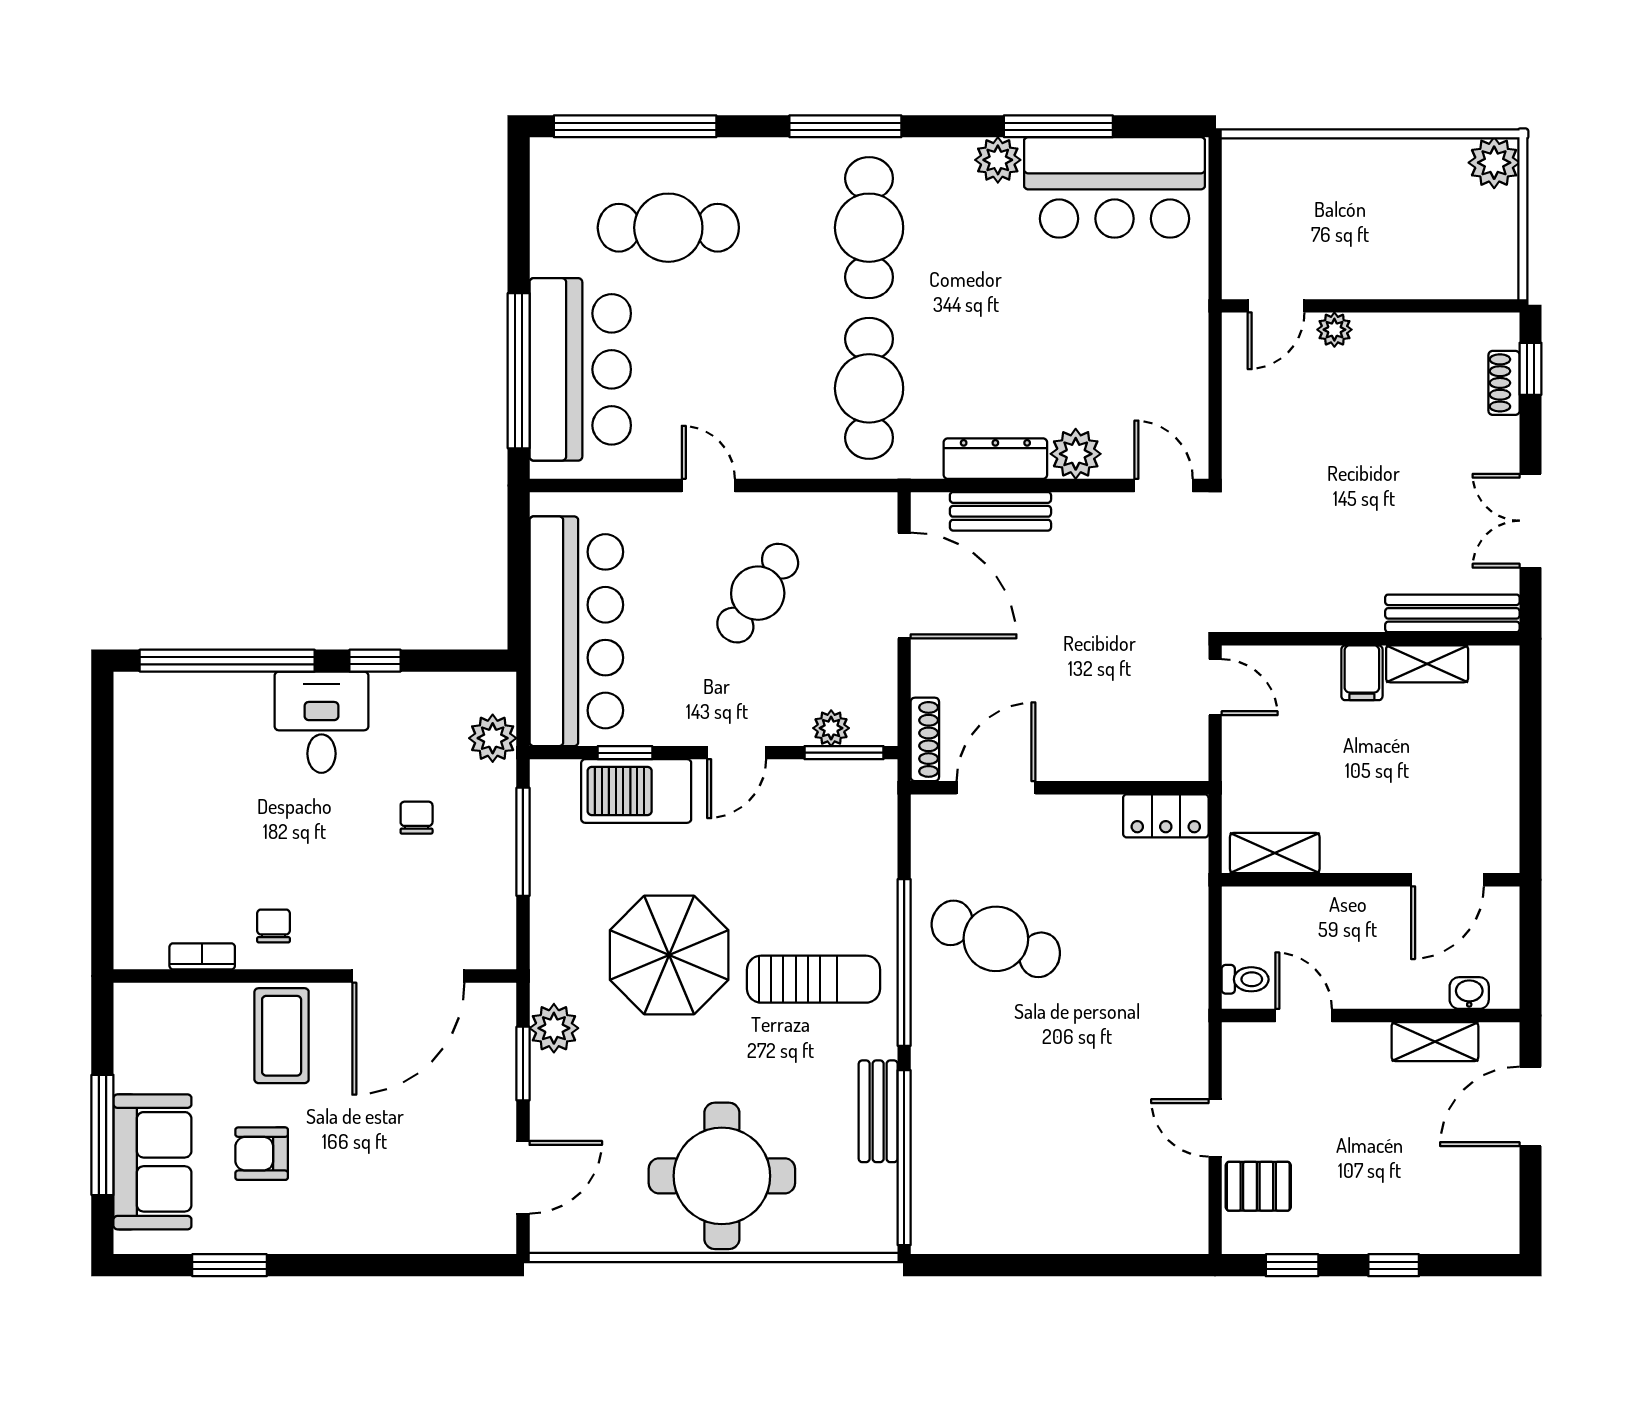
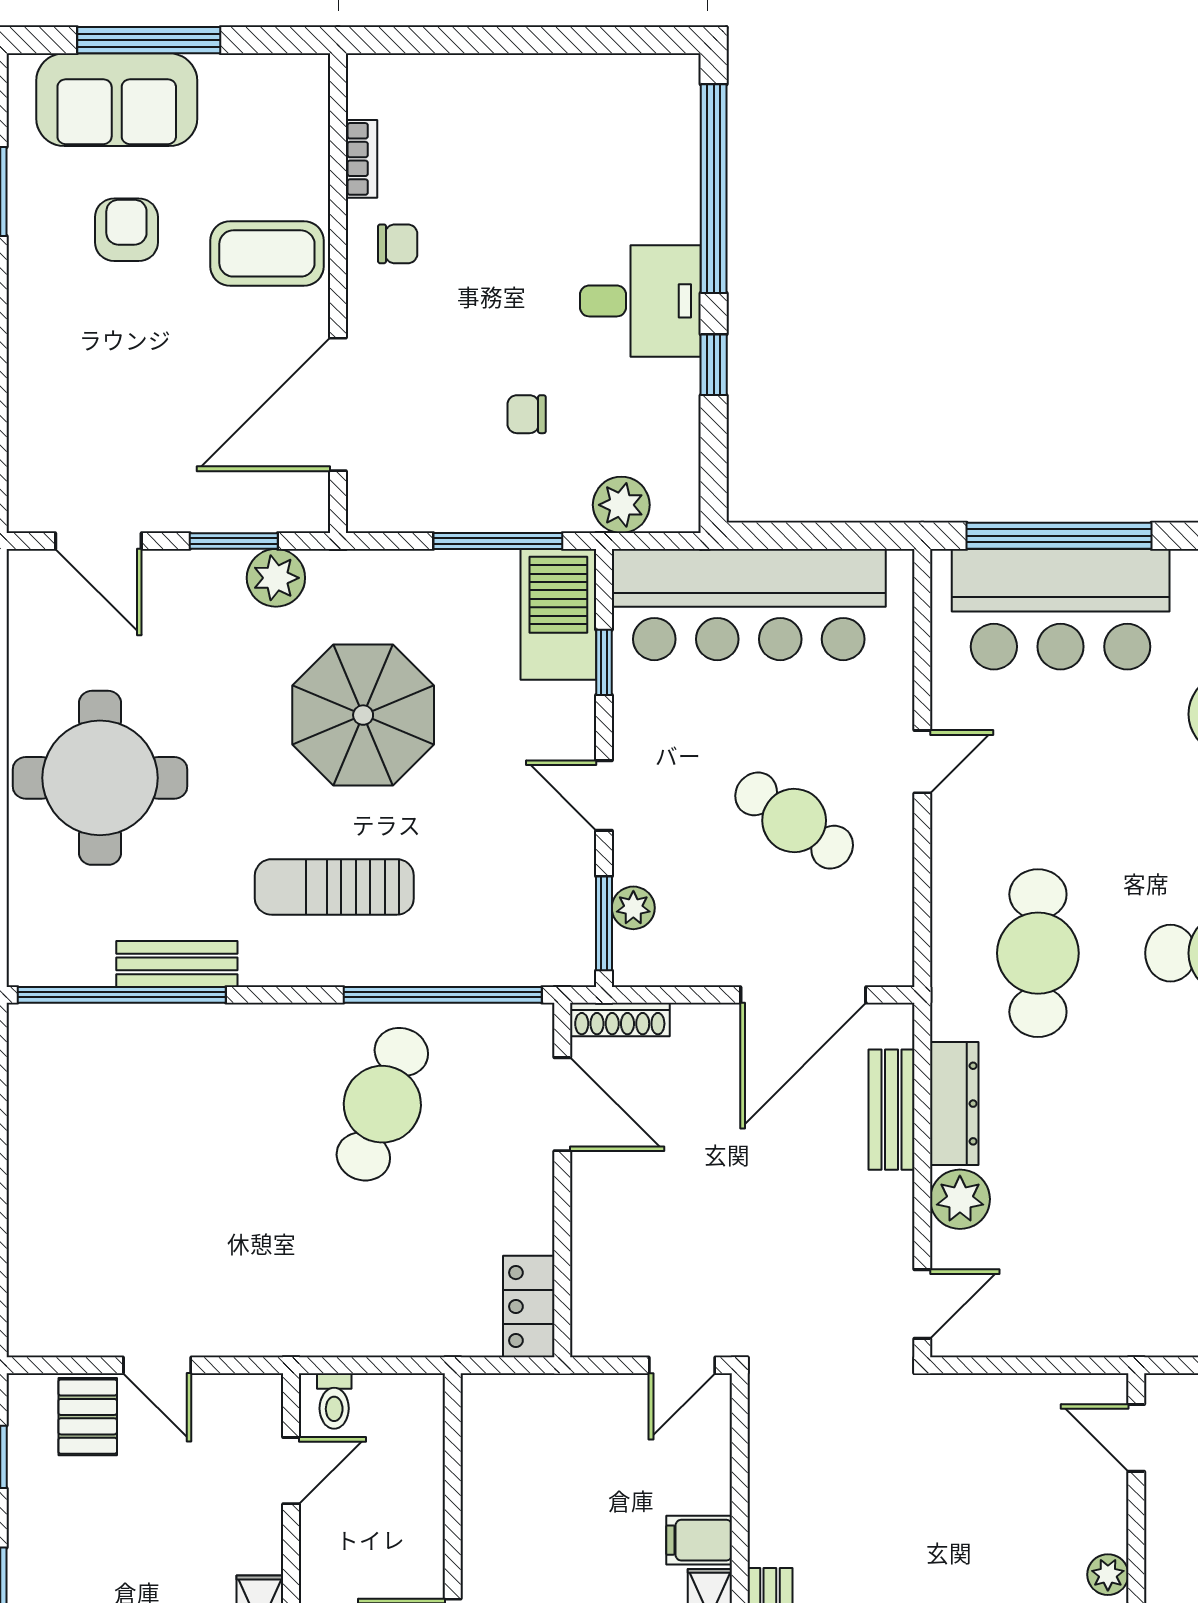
plant: (1334, 330) -> (1108, 1575), moved
cafe table: (869, 388) -> (1038, 953), turned 90
barbecue: (636, 791) -> (558, 614), moved
chair: (417, 818) -> (527, 414), turned 180
shelving: (1275, 853) -> (485, 1436), removed
window: (904, 962) -> (443, 995), moved
door: (408, 976) -> (338, 404), hinge flipped
sun lounger: (814, 979) -> (334, 887), turned 90
door: (1215, 1128) -> (157, 1365), swing flipped

